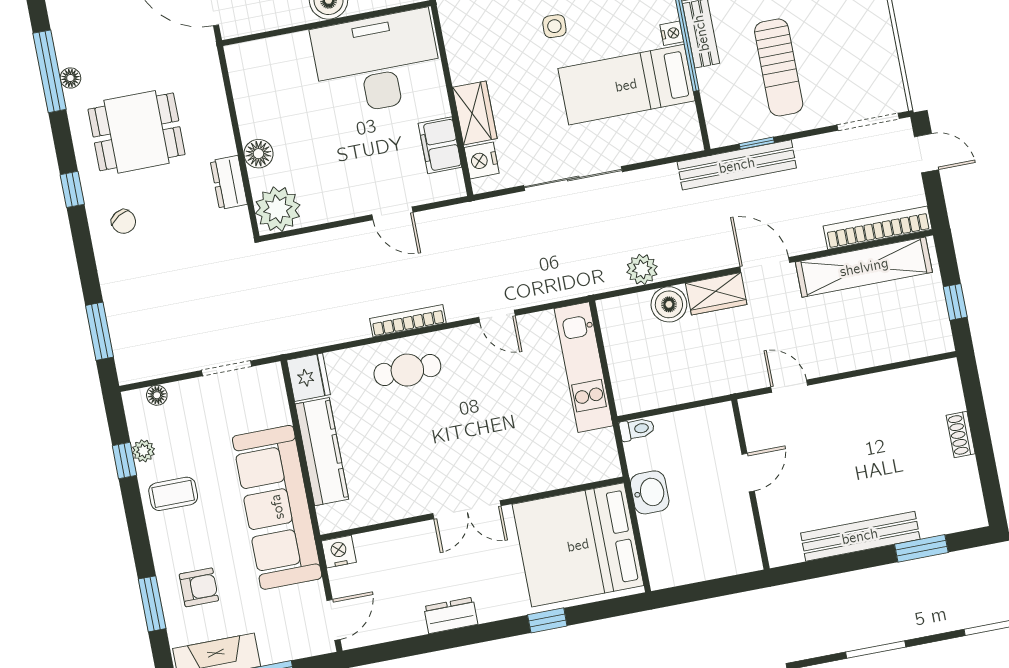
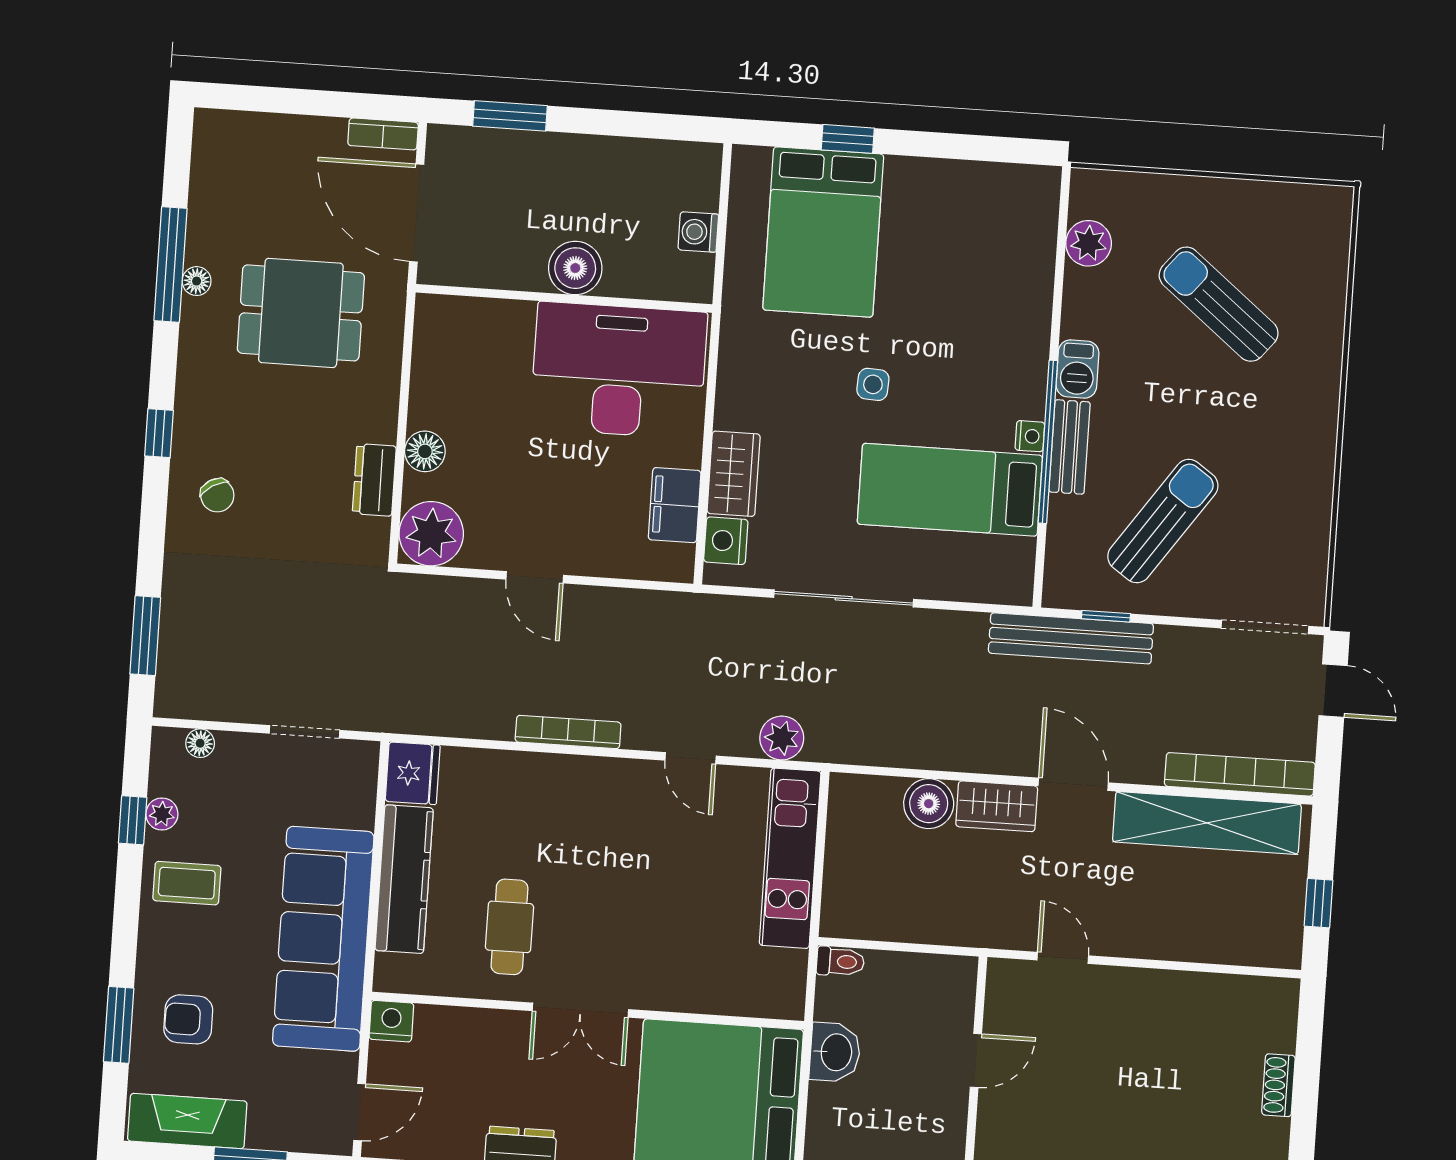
sun lounger: (779, 67) -> (1163, 521), turned -145
dining table: (137, 132) -> (301, 313), moved
door: (392, 213) -> (535, 577), moved
plant: (642, 269) -> (782, 738), moved
cafe table: (407, 370) -> (509, 927), moved, turned 90
armchair: (199, 587) -> (188, 1019), turned 180

